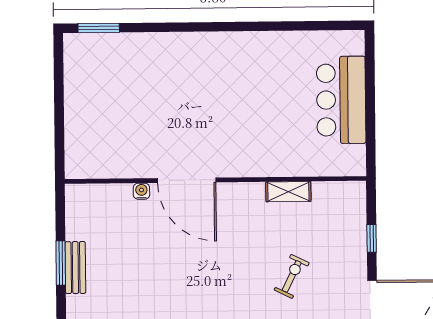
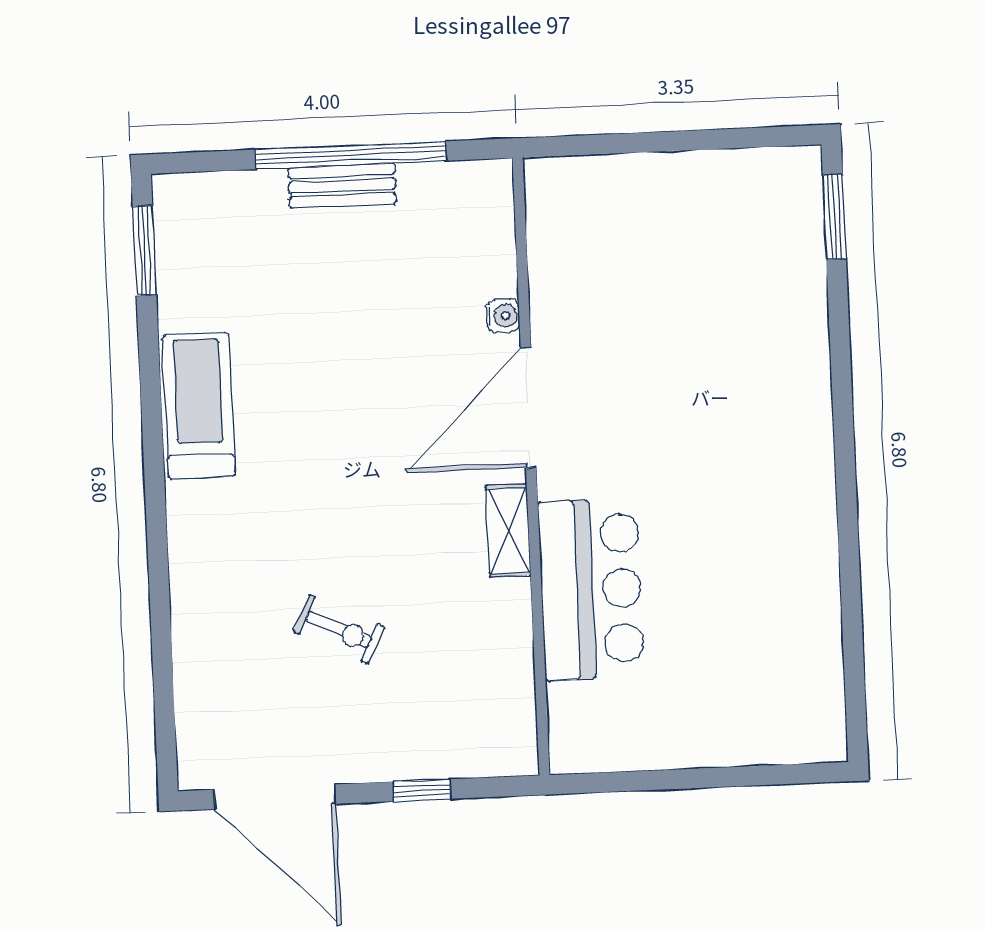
bar counter: (341, 100) -> (591, 589), moved, turned 90
shelving: (288, 192) -> (508, 530), moved
window: (61, 263) -> (350, 155), width x2.11

